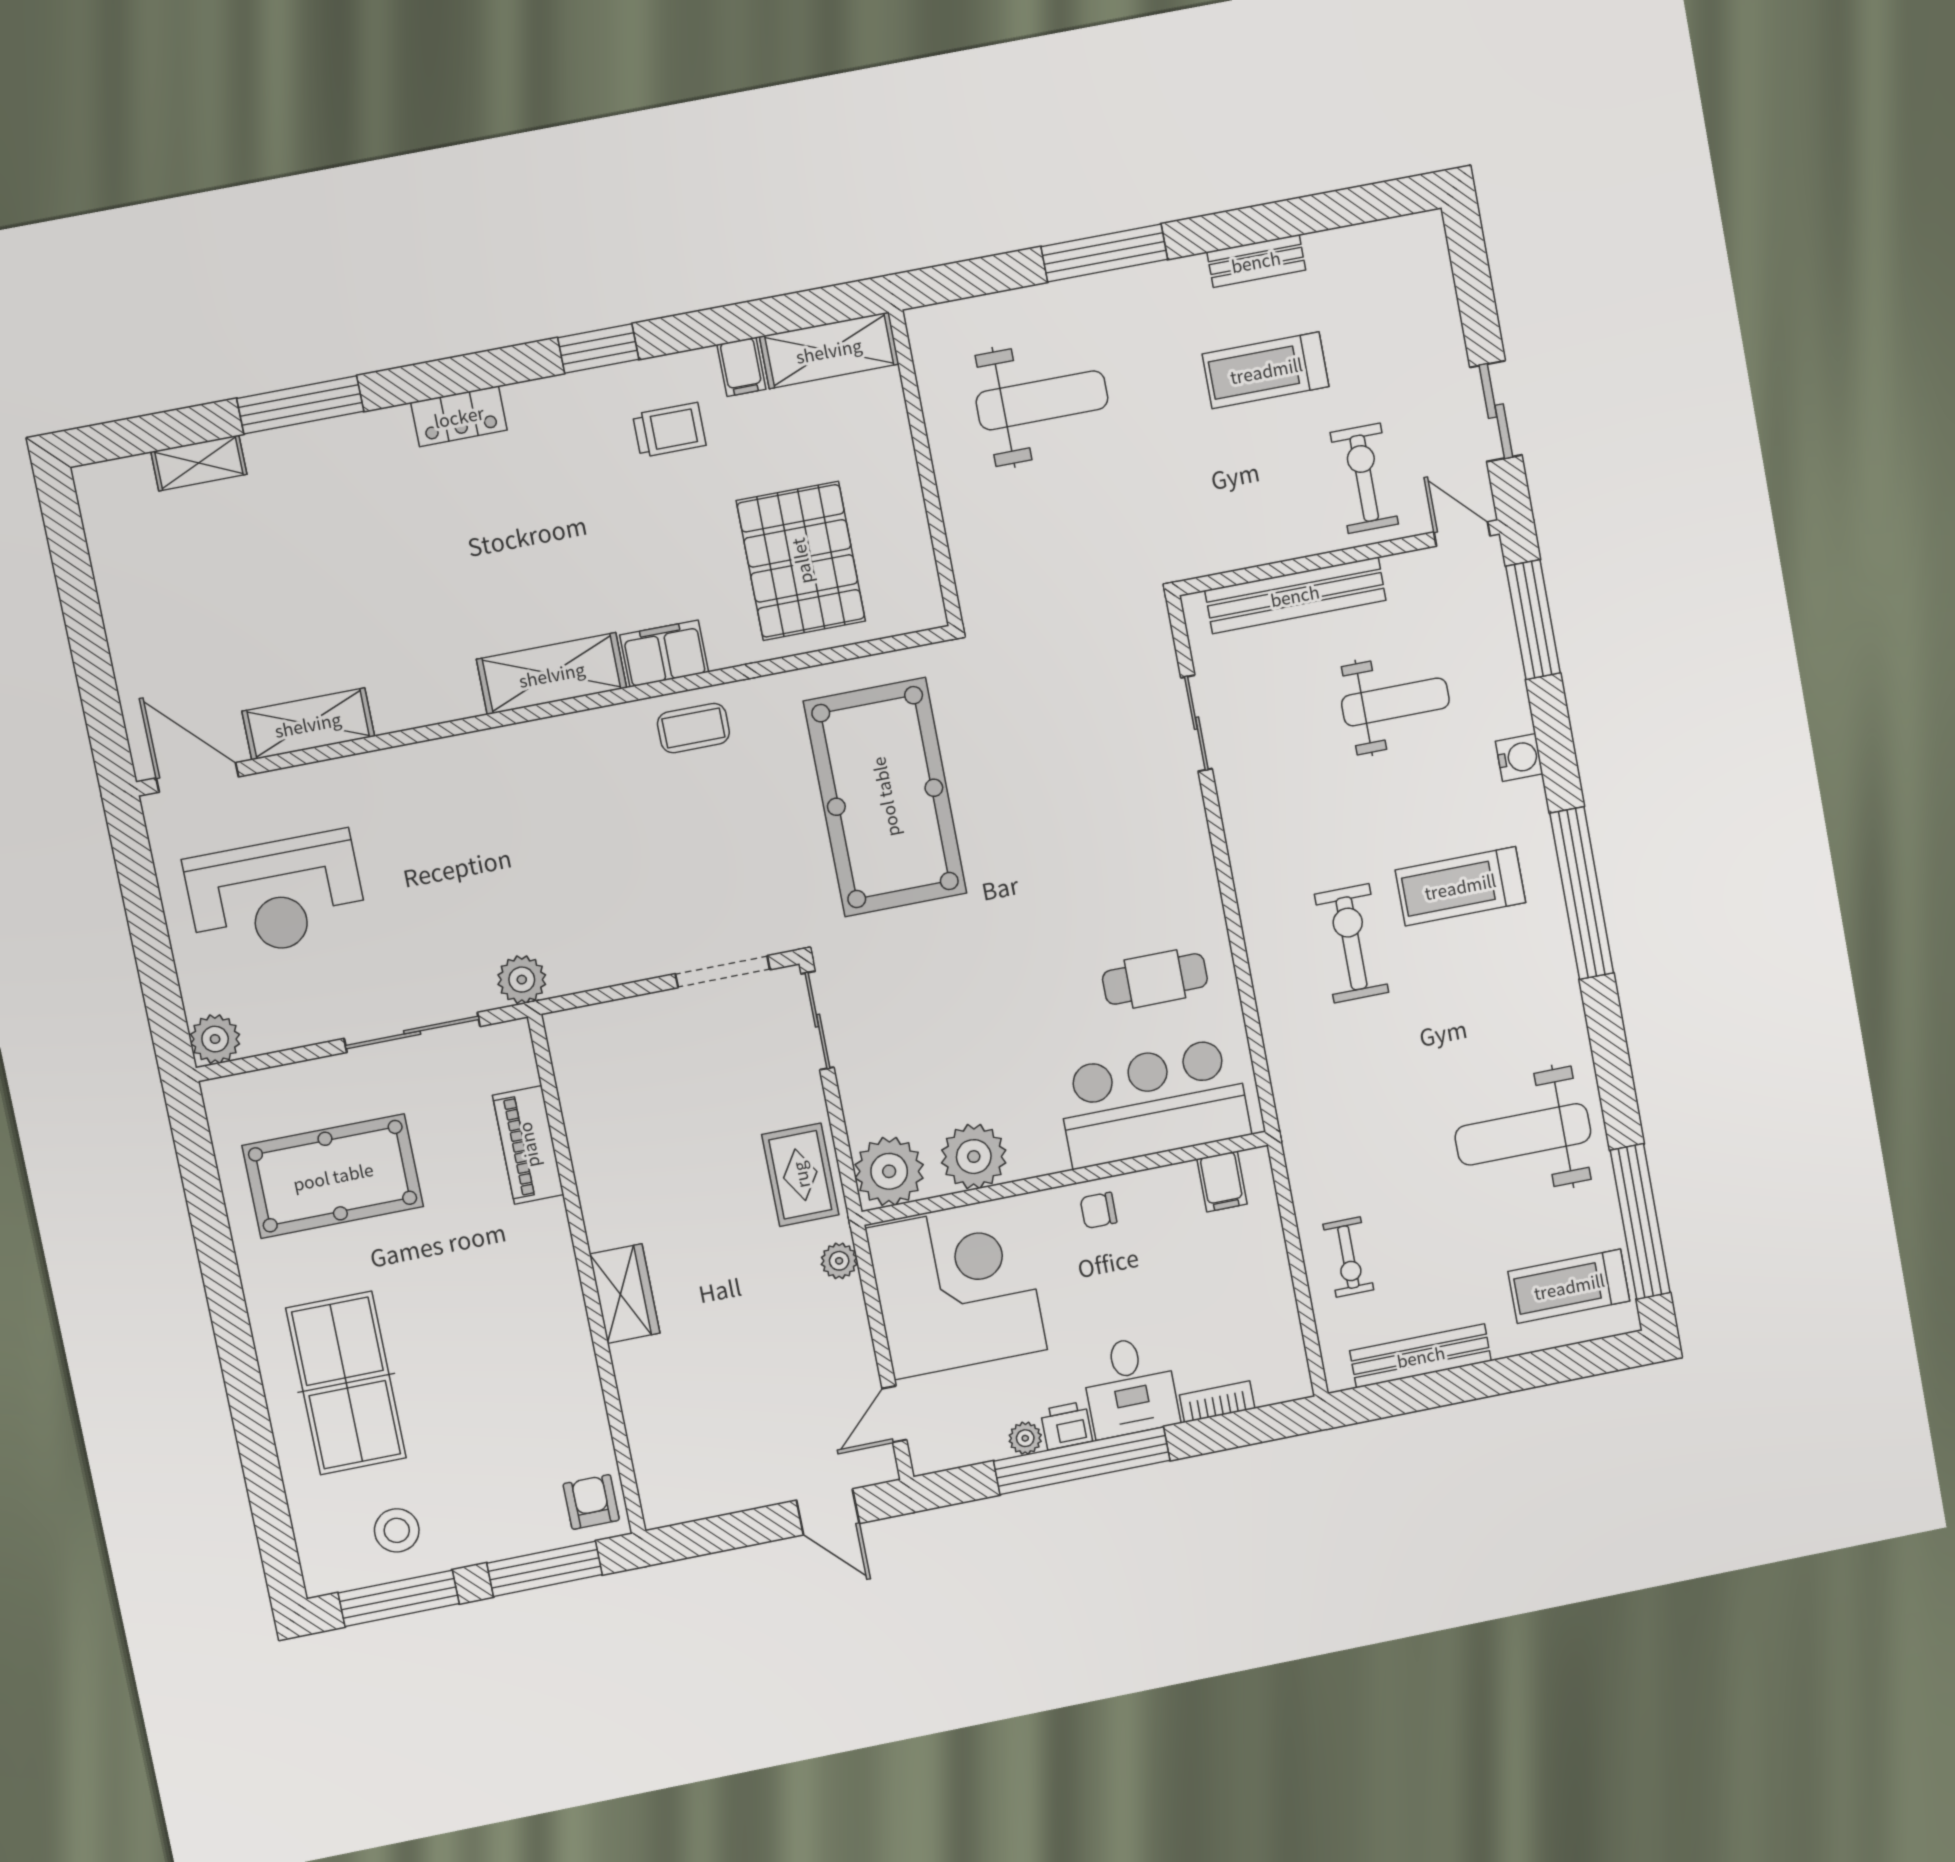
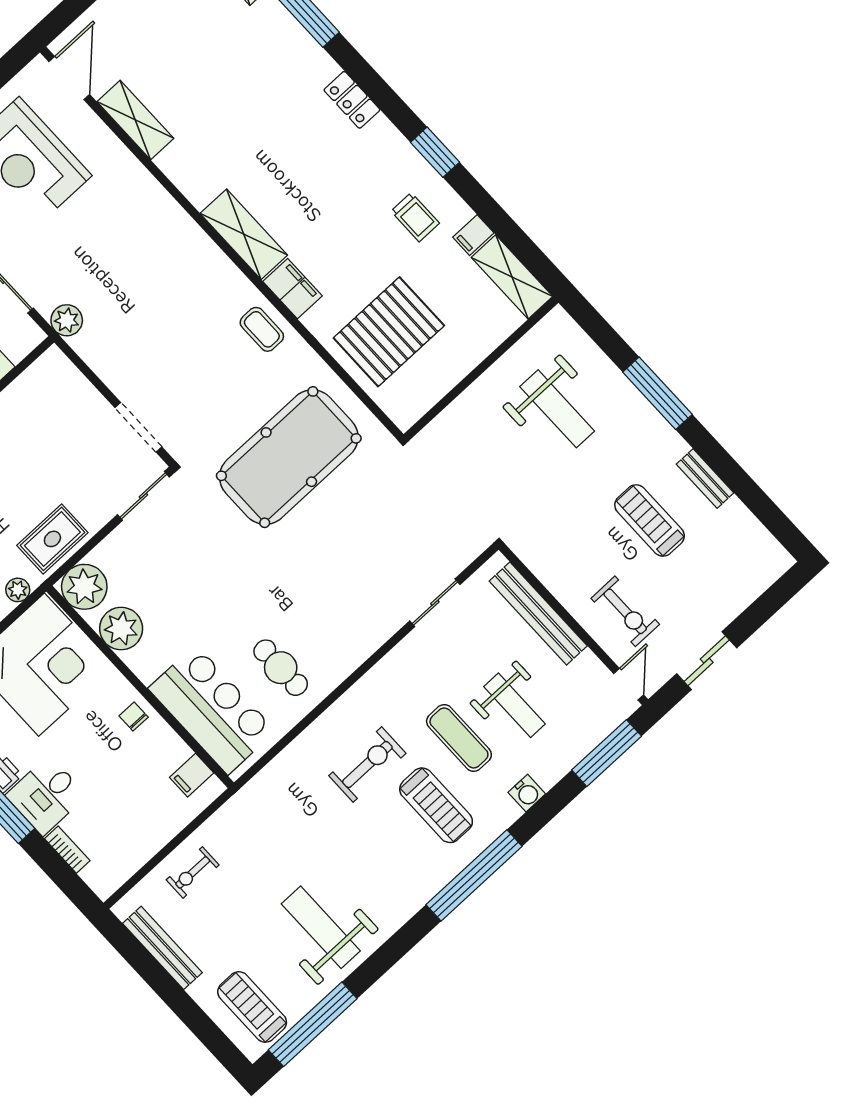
exercise bike: (1364, 478) -> (625, 611), turned 90
exercise mat: (1392, 802) -> (459, 738), added
treadmill: (1460, 886) -> (436, 805), turned 180

